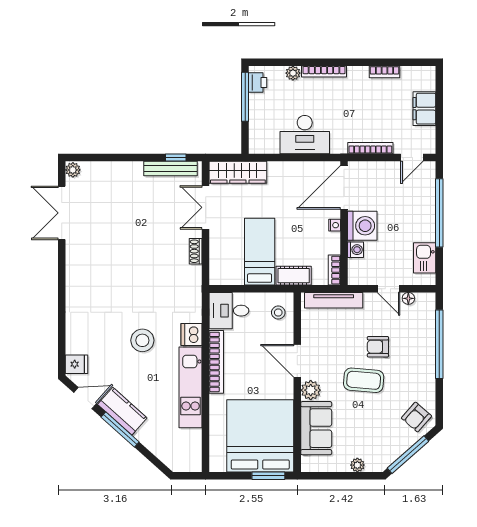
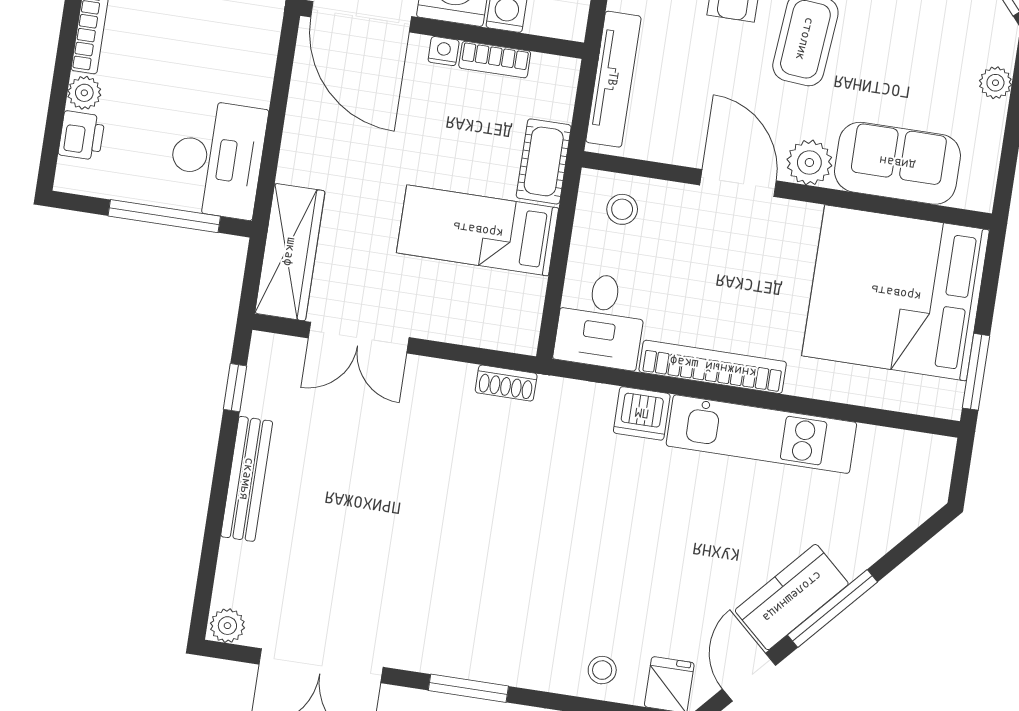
printer: (258, 82) -> (82, 136), moved, turned 90
window: (245, 97) -> (164, 216), moved
desk: (305, 135) -> (217, 159), moved
bench: (170, 169) -> (247, 479), moved
shoe rack: (196, 251) -> (506, 383), moved
bookcase: (334, 270) -> (495, 60), moved
window: (62, 278) -> (468, 688), added
stool: (142, 340) -> (602, 670), moved, width x0.53, depth x0.53
door: (297, 361) -> (738, 183), swing flipped
window: (268, 476) -> (976, 372), moved

